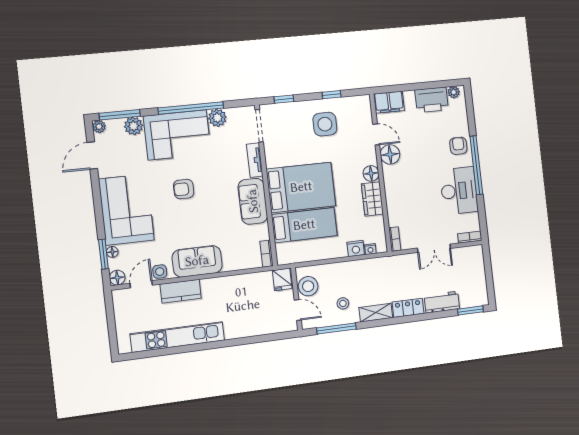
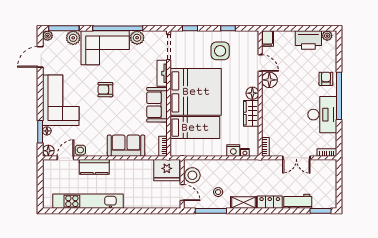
filing cabinet: (389, 102) -> (267, 39), width x0.50
bed: (301, 187) -> (196, 92), width x1.36
sofa: (197, 261) -> (126, 146), moved
fridge: (282, 279) -> (167, 170), width x1.88, depth x1.34

